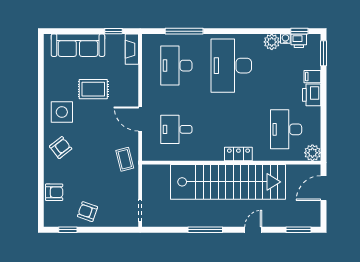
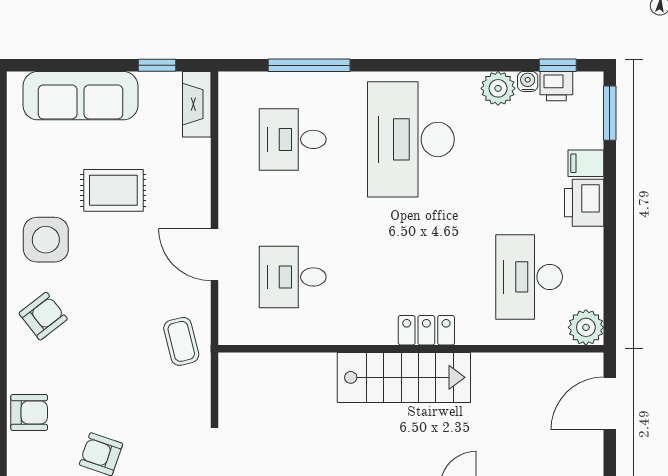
desk: (176, 66) -> (293, 139), width x0.73
stairs: (228, 182) -> (404, 377), width x0.54, depth x0.66

